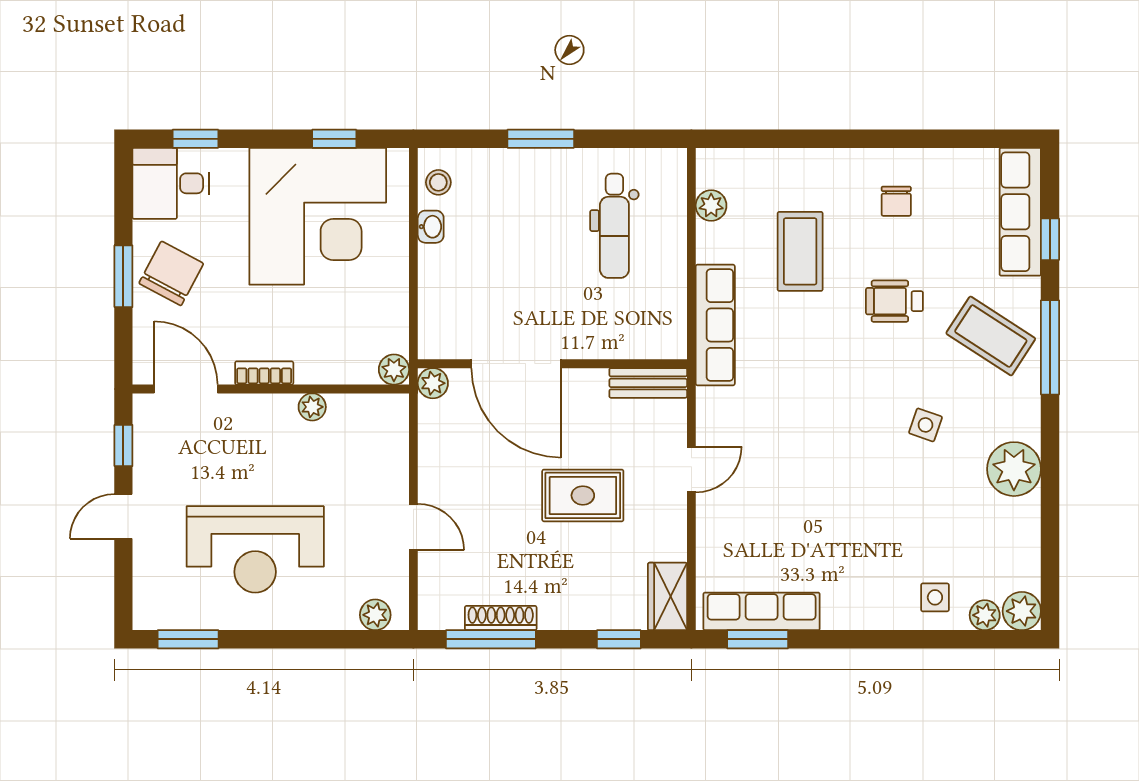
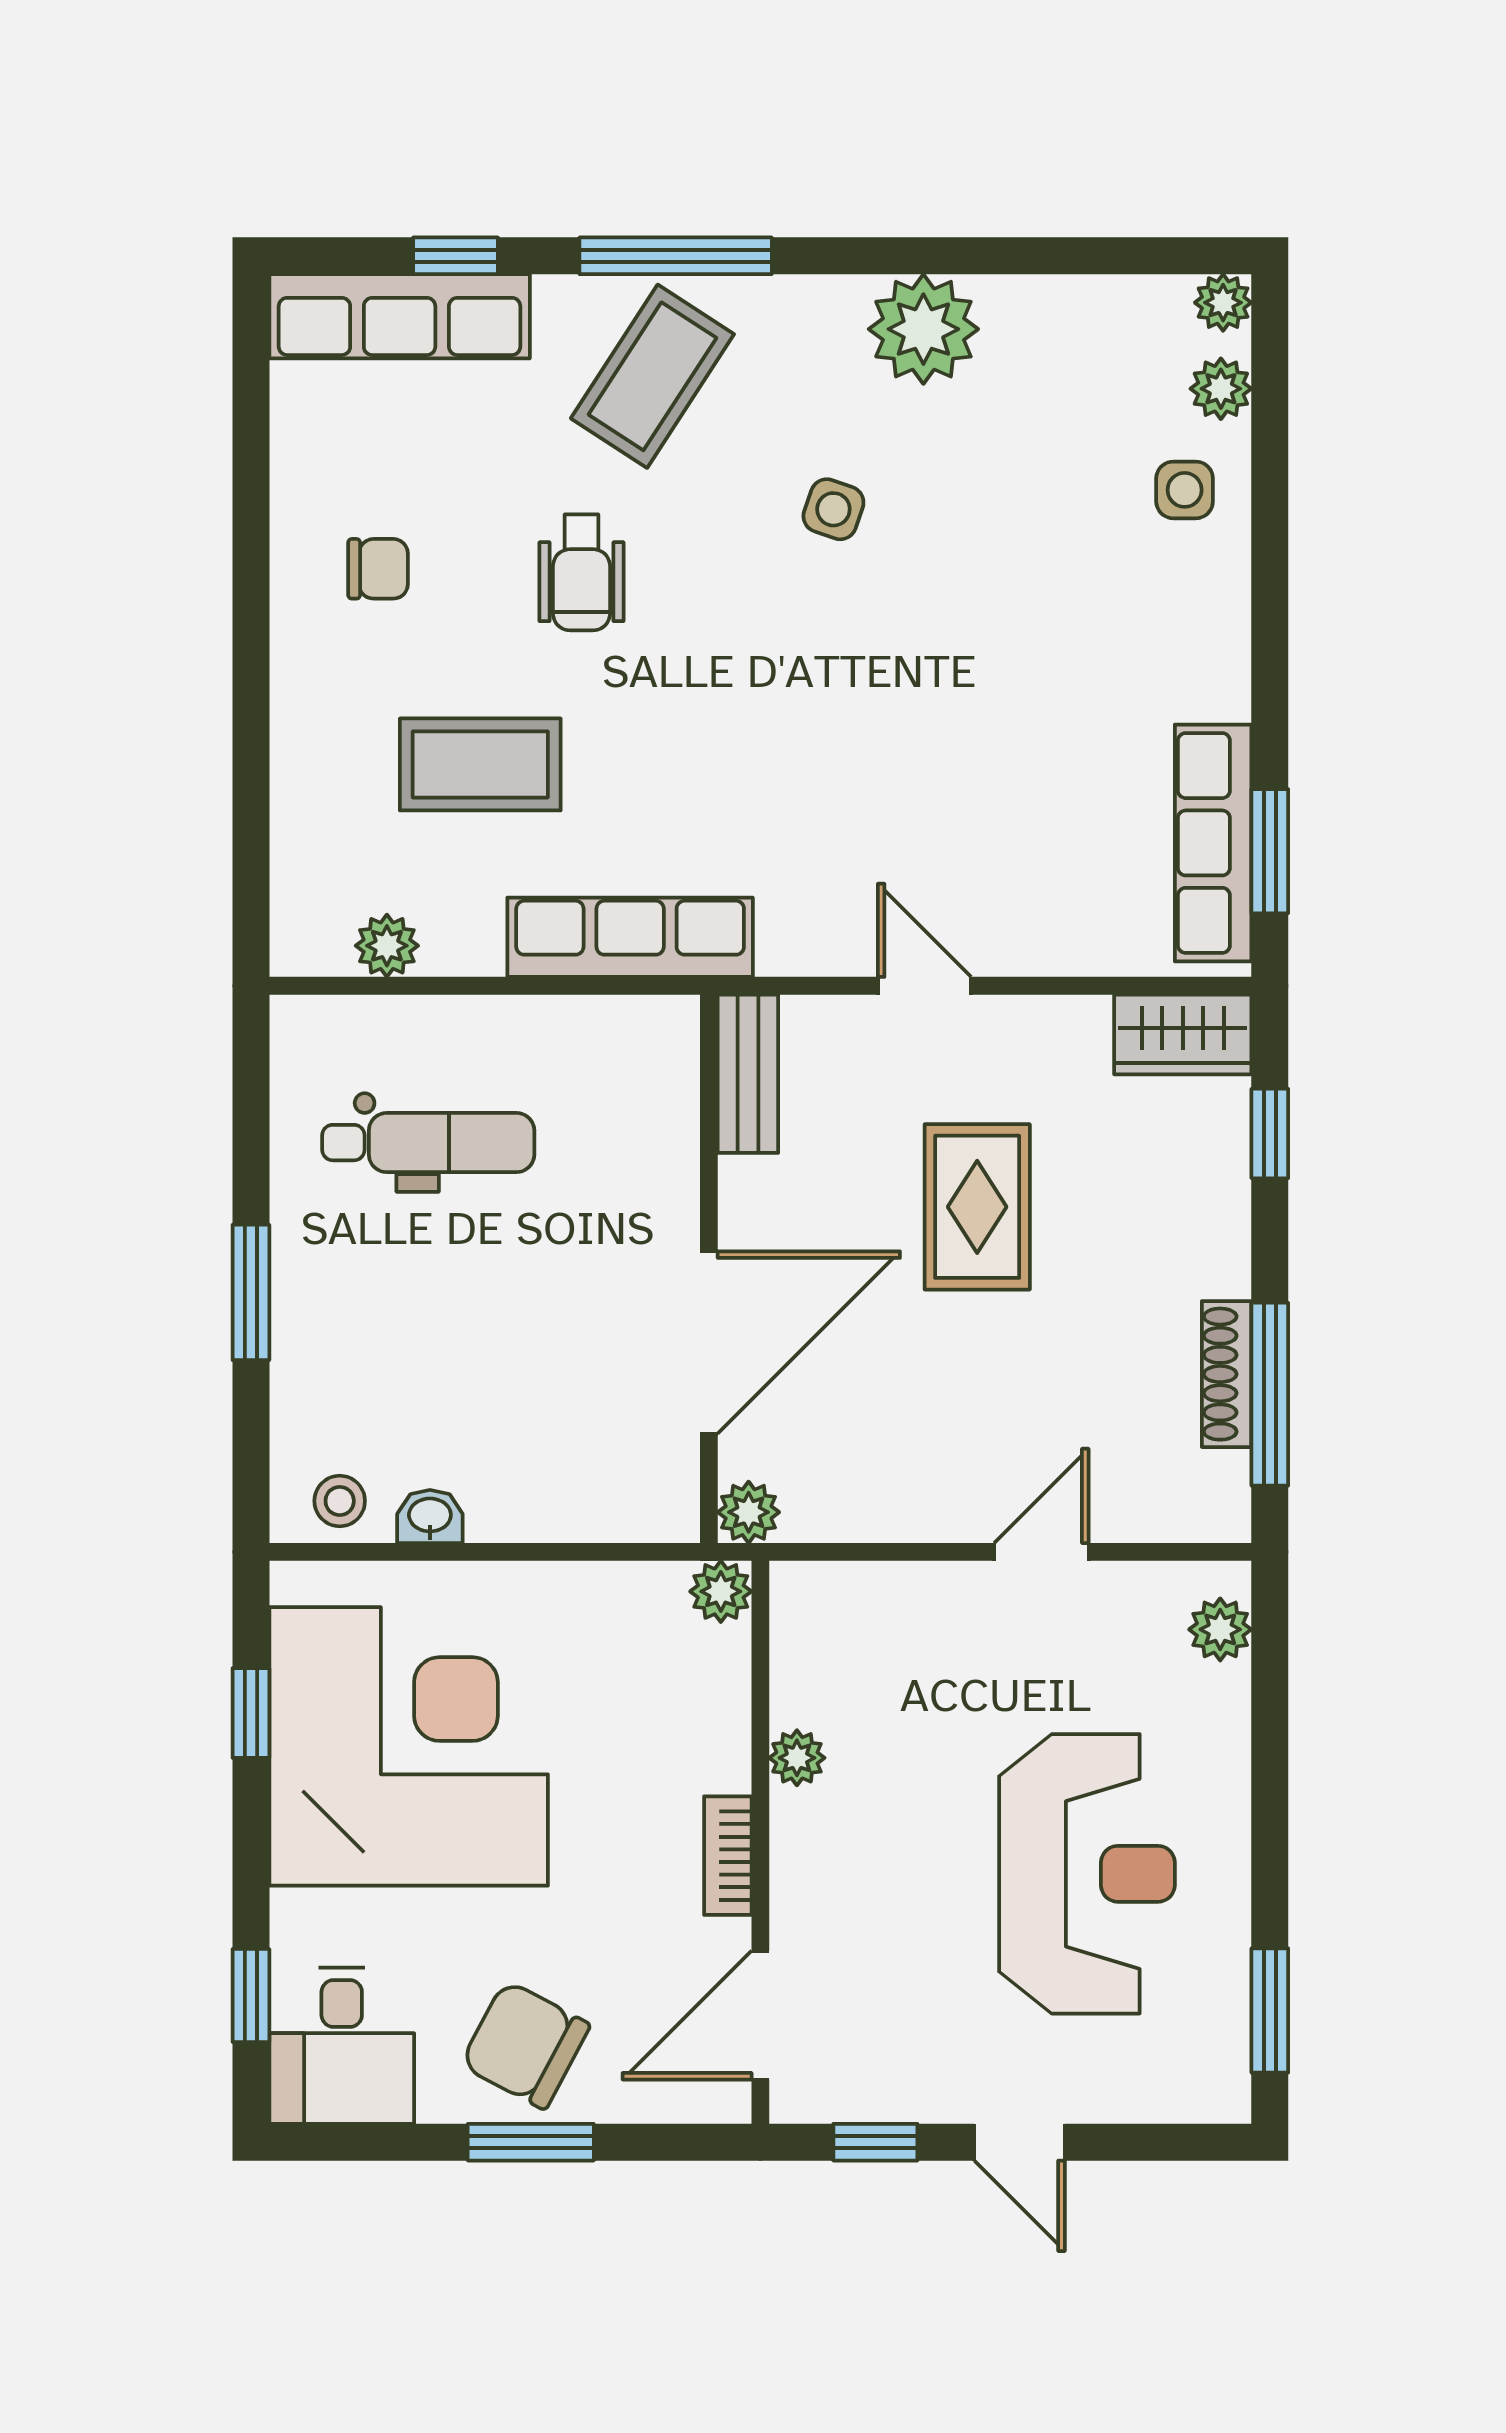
plant: (1022, 611) -> (1223, 303), width x0.73, depth x0.73

